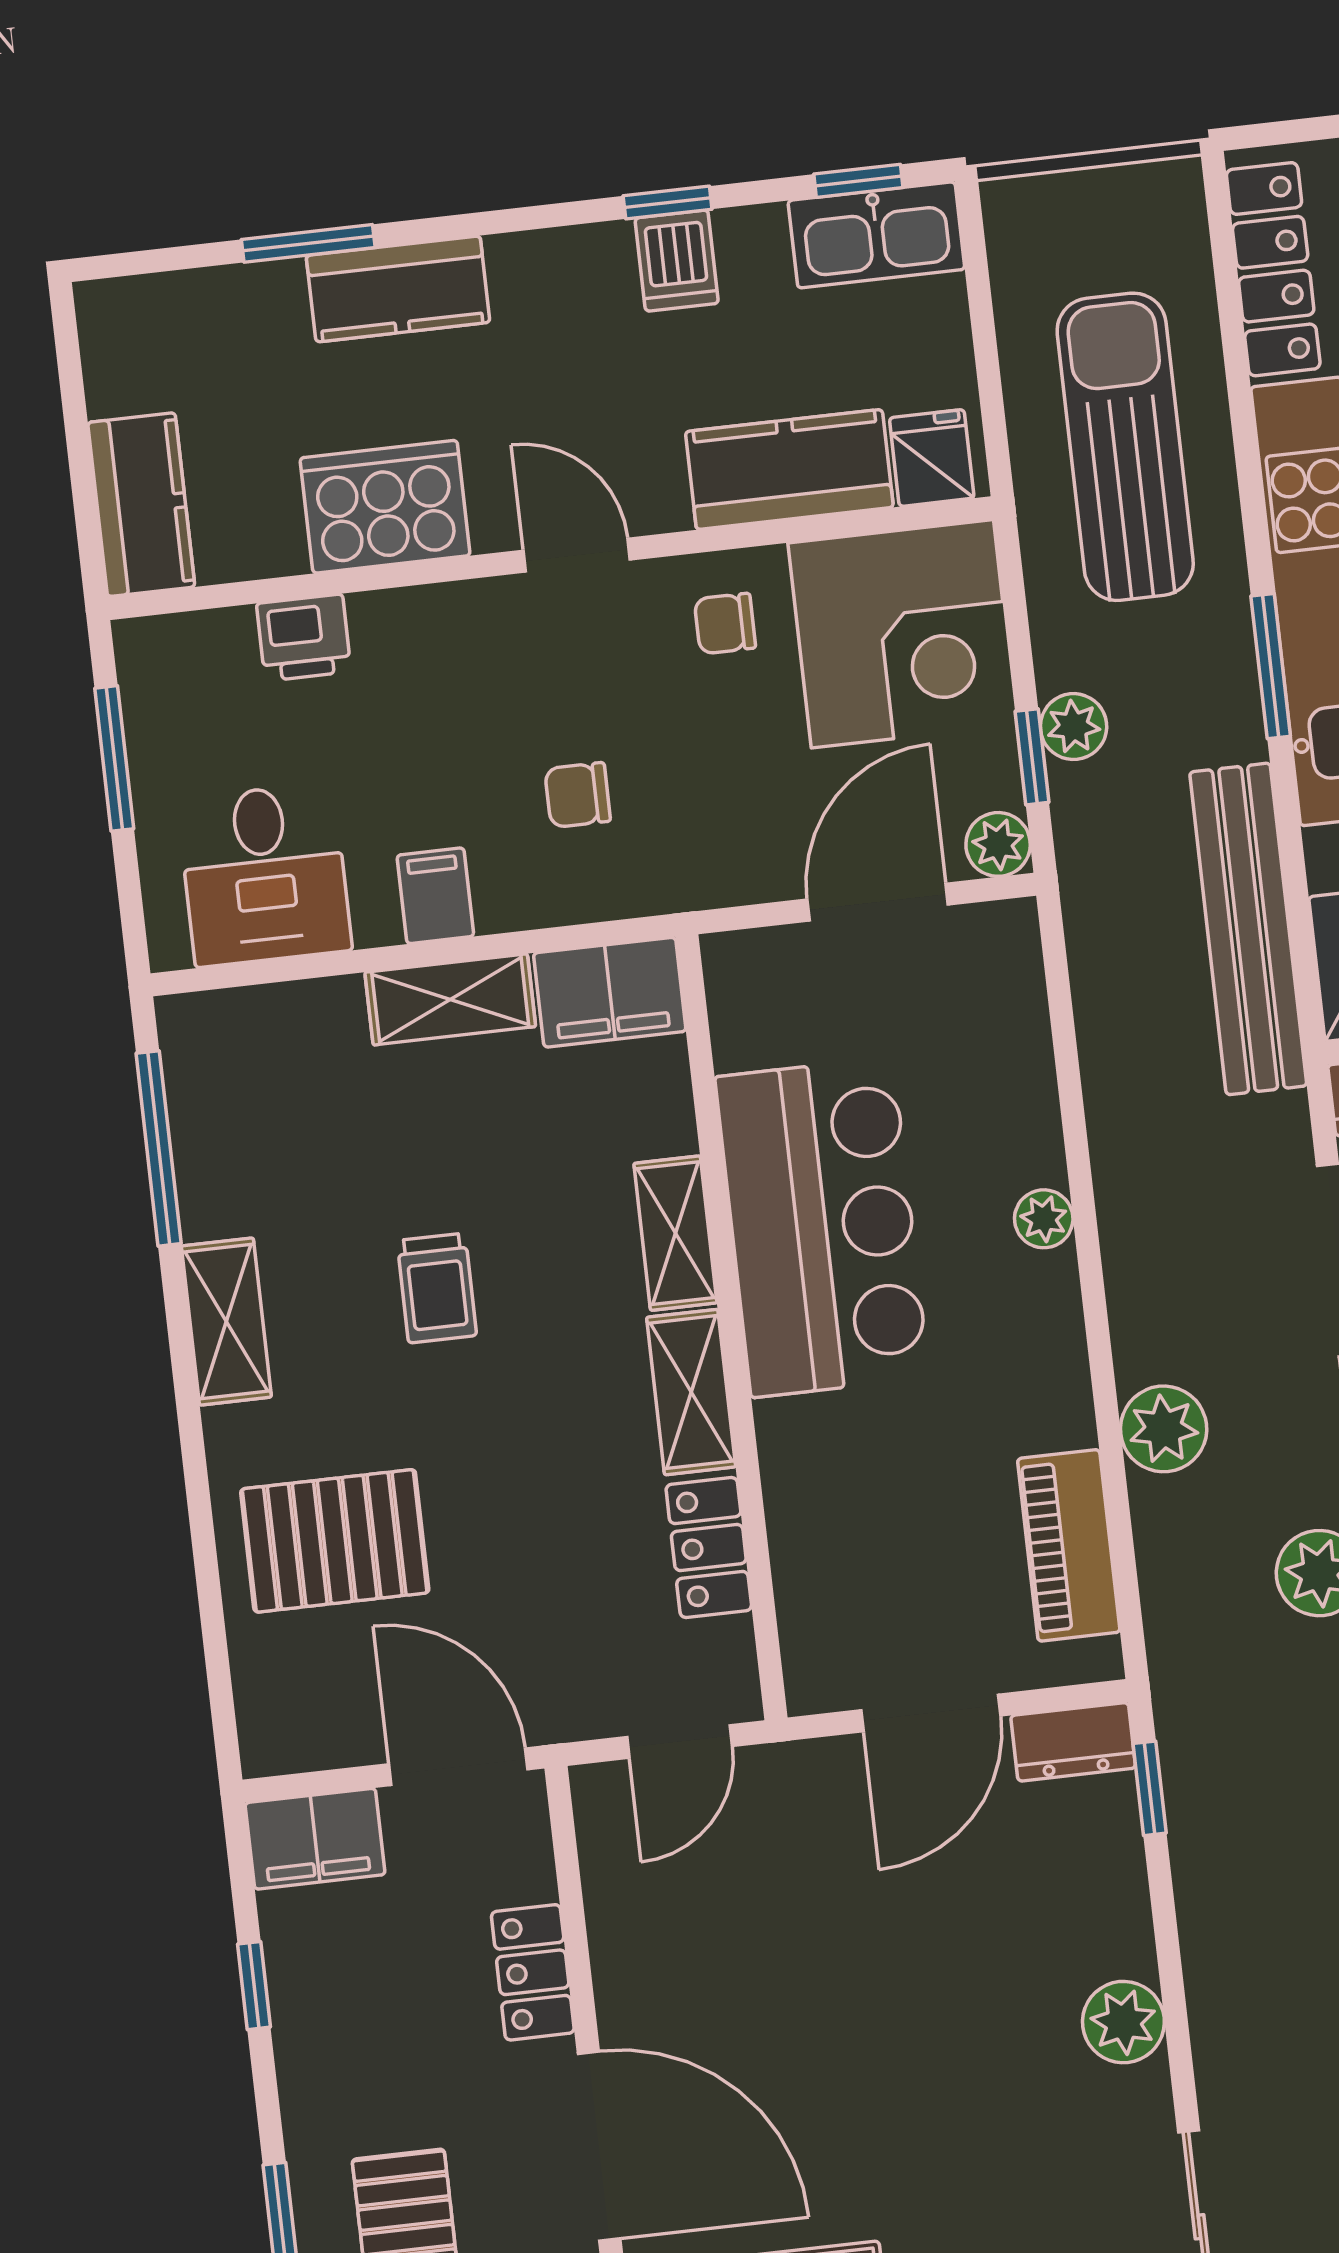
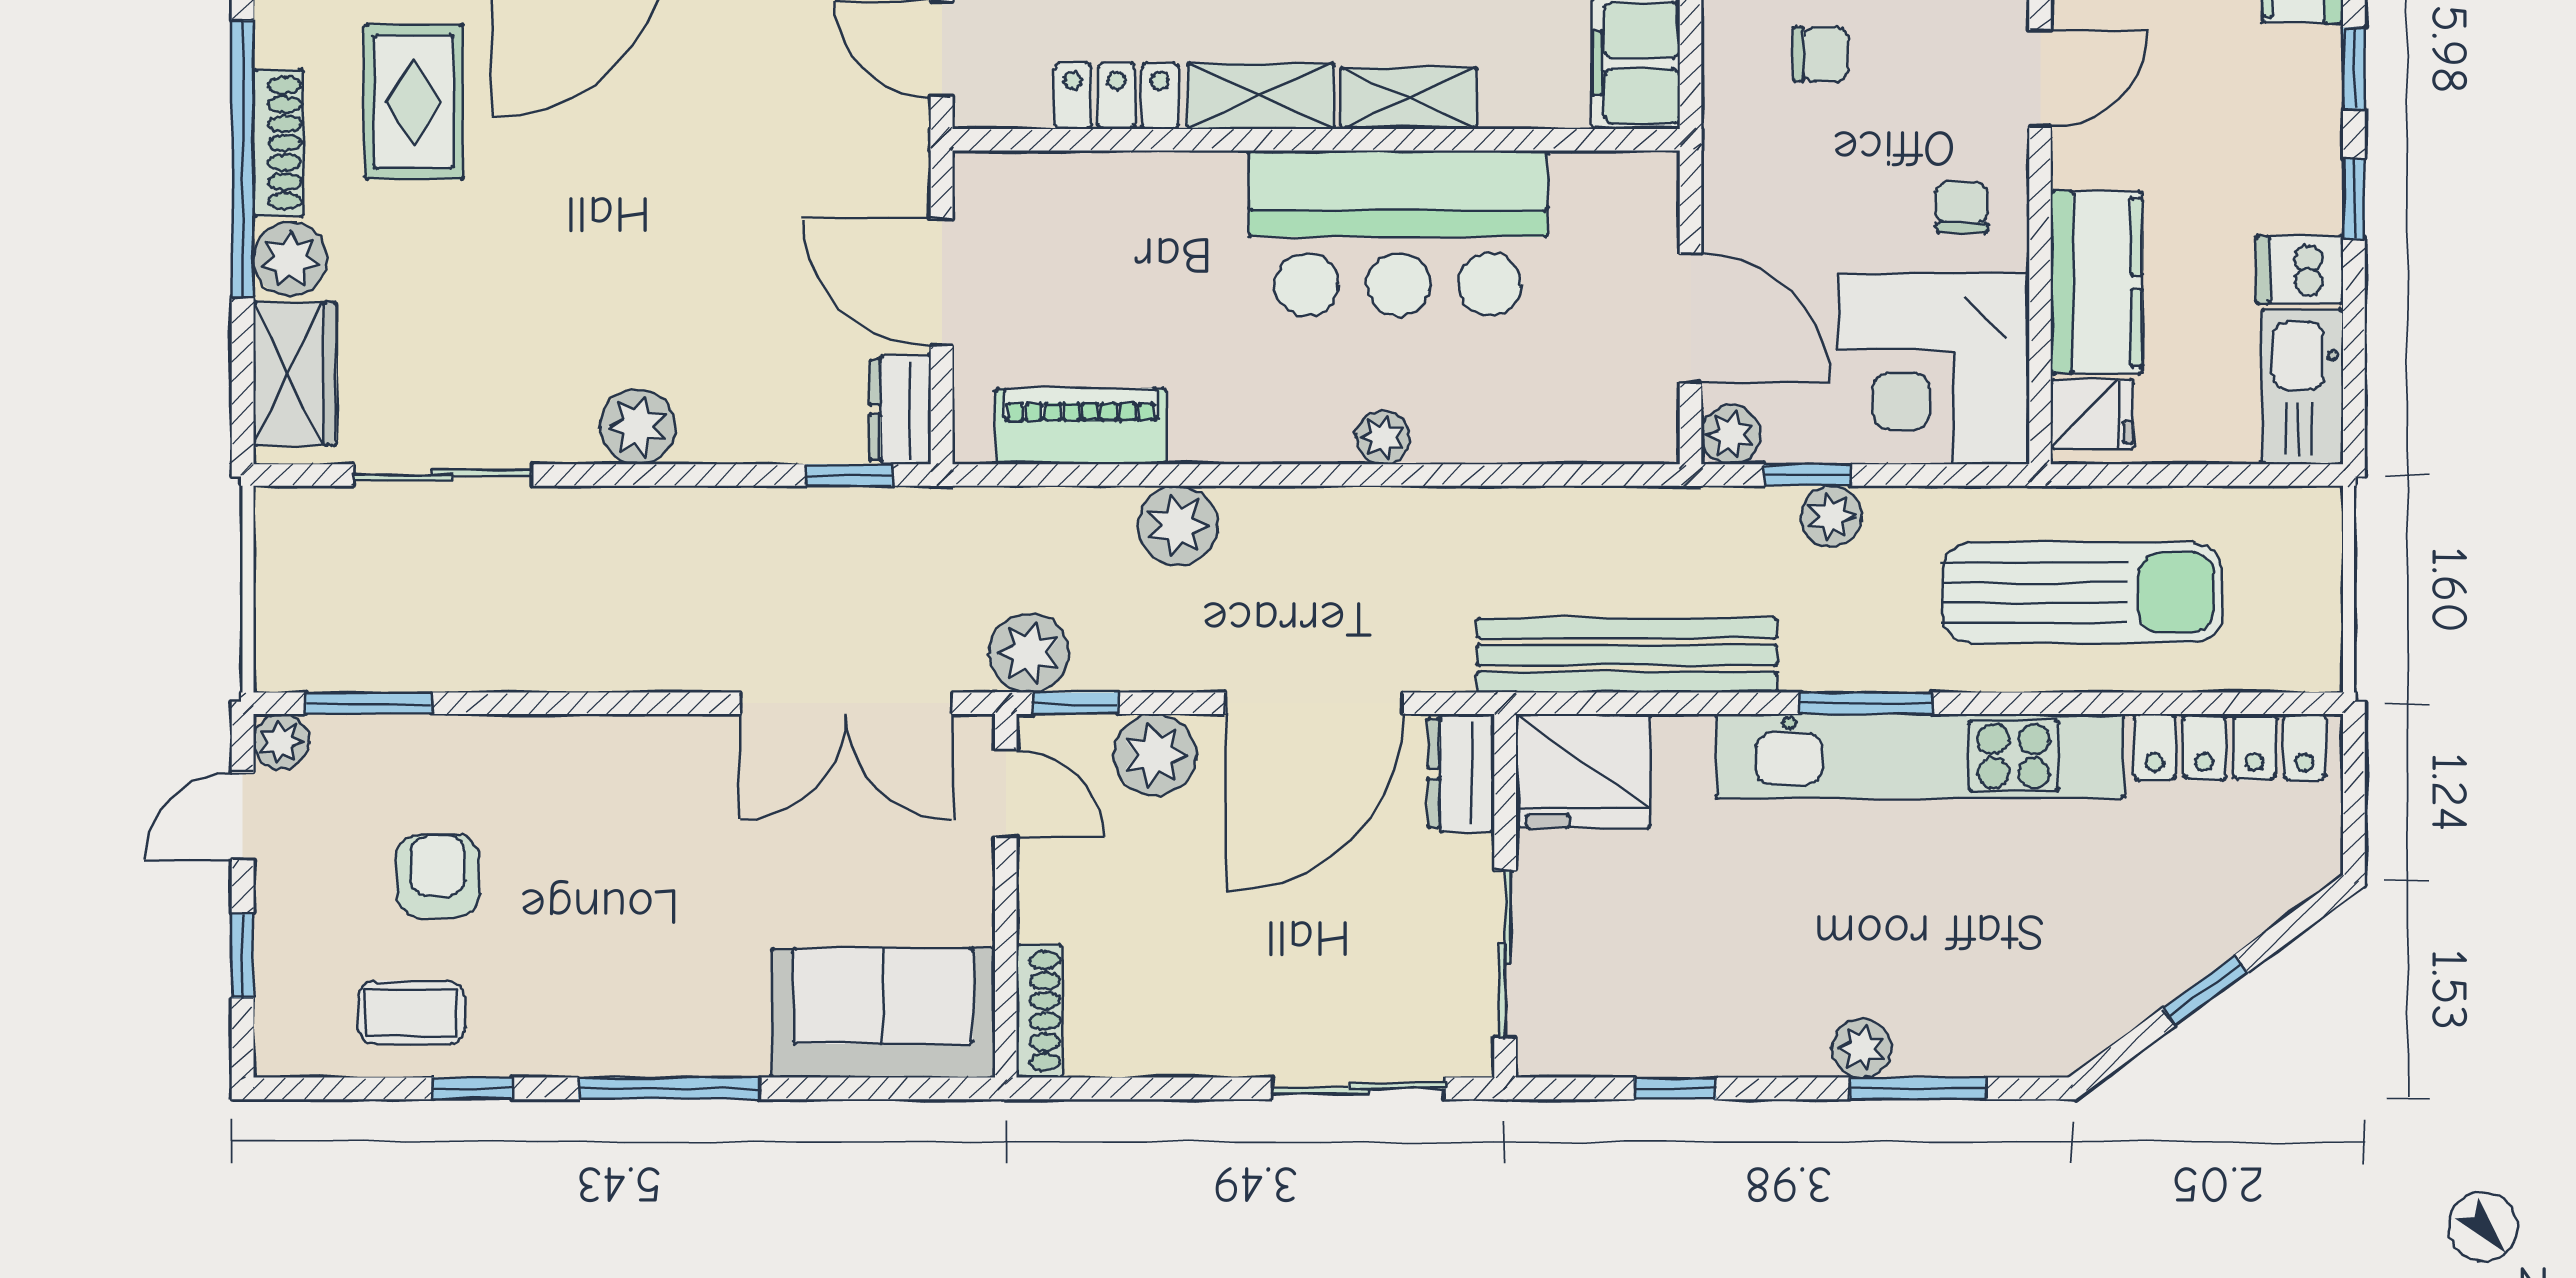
window: (858, 181) -> (2354, 68), moved
dishwasher: (677, 261) -> (2300, 270), moved
chair: (578, 795) -> (1820, 54), turned 90

